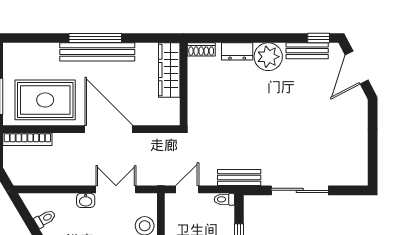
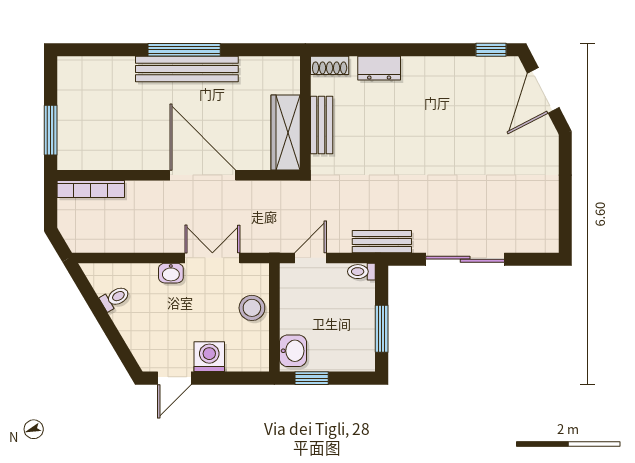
bench: (307, 51) -> (322, 125), moved, turned 90
plant: (268, 57) -> (422, 76), removed
wardrobe: (169, 70) -> (286, 132), moved
rug: (45, 100) -> (115, 135), removed

